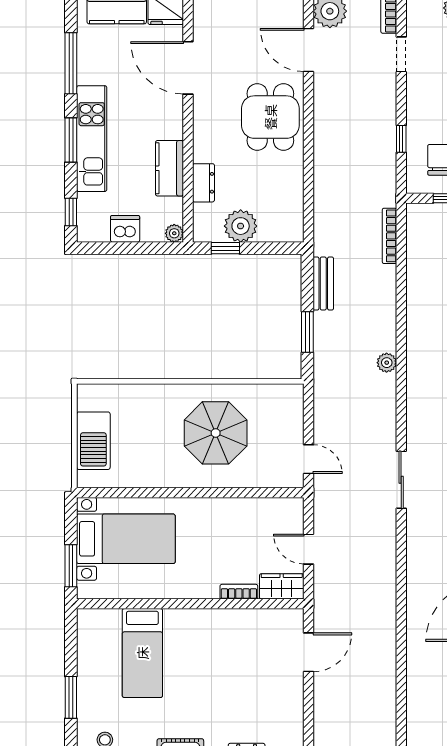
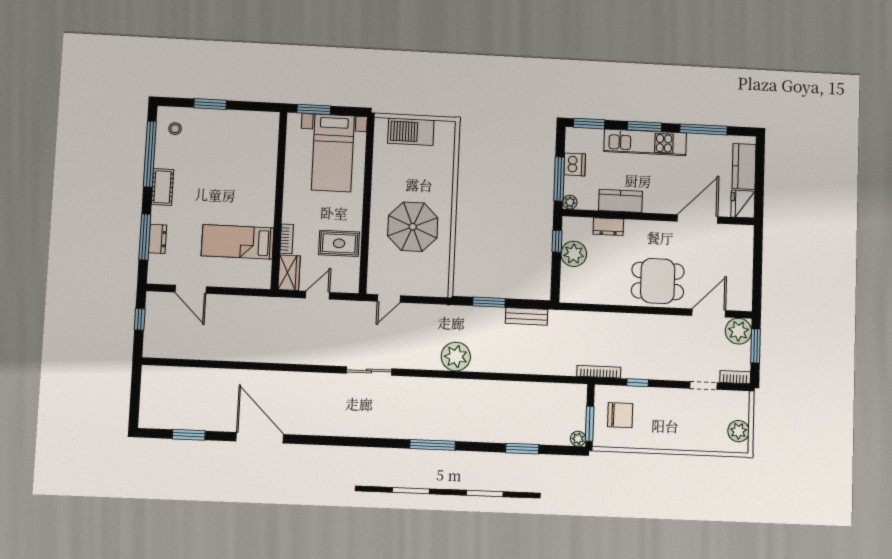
window: (71, 212) -> (589, 124), width x1.50
bookcase: (389, 236) -> (599, 372), moved
window: (145, 248) -> (559, 179), added
plant: (387, 363) -> (456, 357), width x1.88, depth x1.88
rug: (241, 525) -> (339, 243), added
door: (308, 652) -> (191, 289), moved
bed: (142, 653) -> (238, 242), moved

